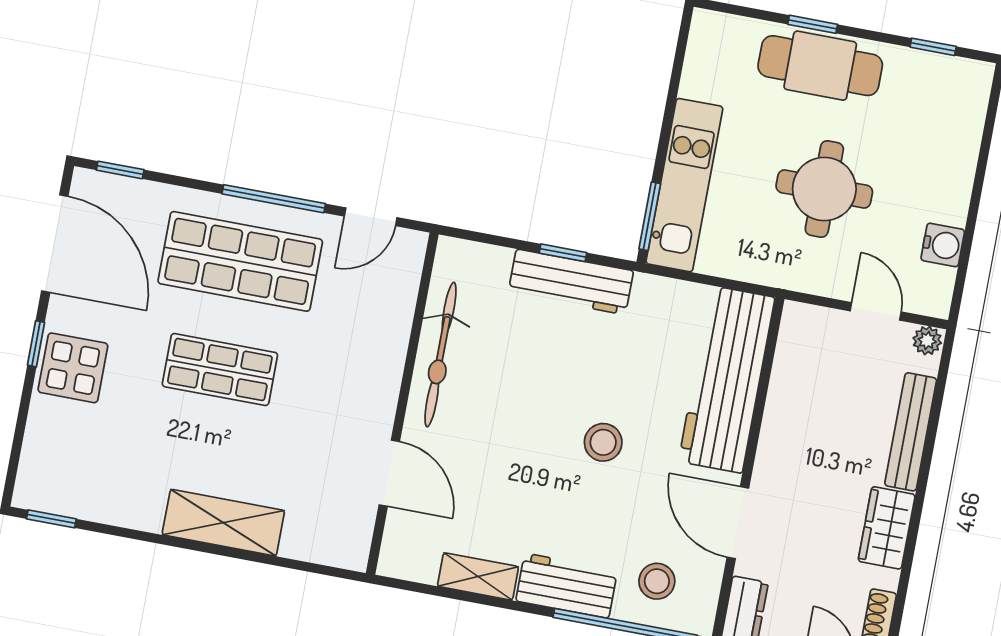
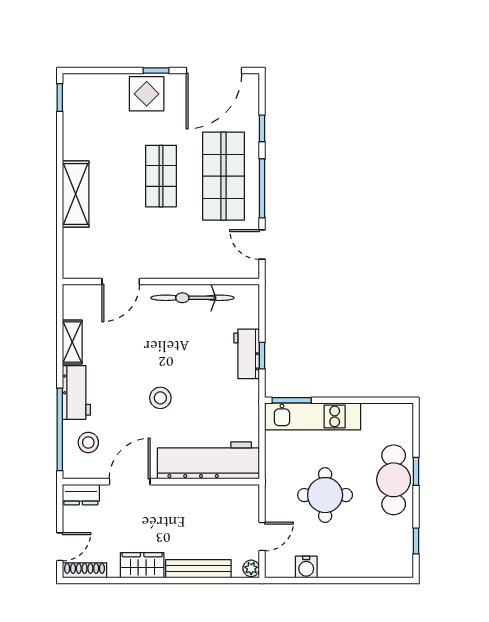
window: (120, 170) -> (262, 128), moved
workbench: (571, 282) -> (247, 354), width x0.73

